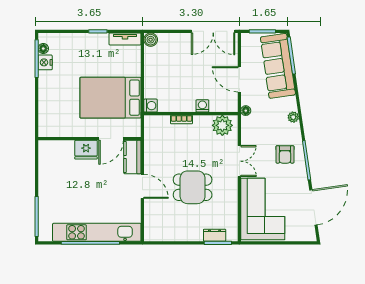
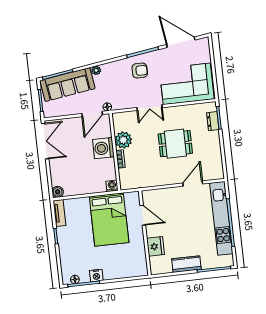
nightstand: (45, 62) -> (96, 275), moved
door: (239, 79) -> (92, 114), moved
washing machine: (202, 106) -> (103, 148), width x1.89, depth x1.89
plant: (293, 117) -> (96, 70), moved
plant: (222, 125) -> (123, 140), moved
fridge: (86, 150) -> (156, 246), moved
kitchen counter: (132, 157) -> (186, 264), moved, turned 180
double door: (239, 161) -> (149, 108), swing flipped
door: (142, 186) -> (193, 184), moved
dining table: (193, 187) -> (175, 144), turned 90

